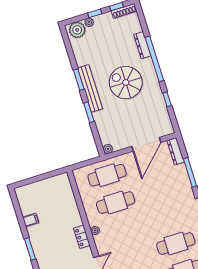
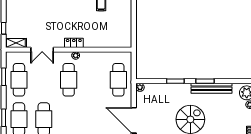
bench: (90, 88) -> (211, 88), moved
cafe table: (116, 202) -> (69, 80), moved

